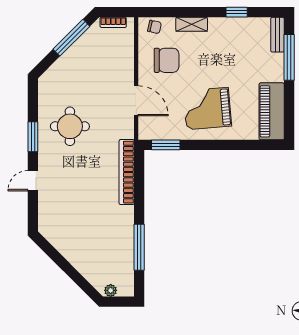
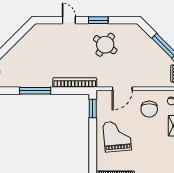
round table: (70, 126) -> (105, 45), turned 35
window: (139, 247) -> (35, 91), moved

